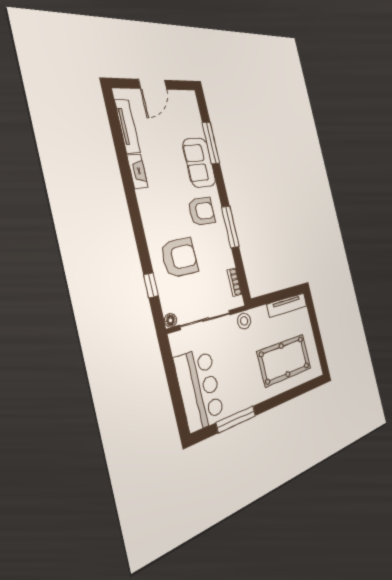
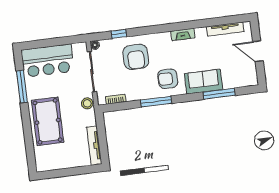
fireplace: (138, 171) -> (183, 34), moved
armchair: (202, 211) -> (168, 79), turned 90
pool table: (285, 360) -> (48, 121), moved

